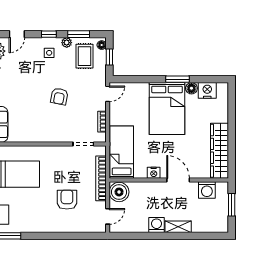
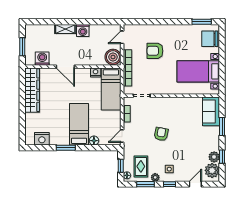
floor lamp: (191, 88) -> (94, 141), moved
bed: (167, 108) -> (79, 124), width x0.67
nightstand: (154, 173) -> (96, 72), moved
armchair: (67, 200) -> (155, 51), turned 90

